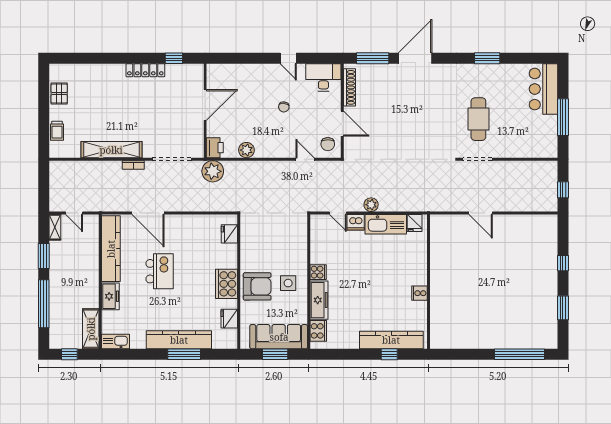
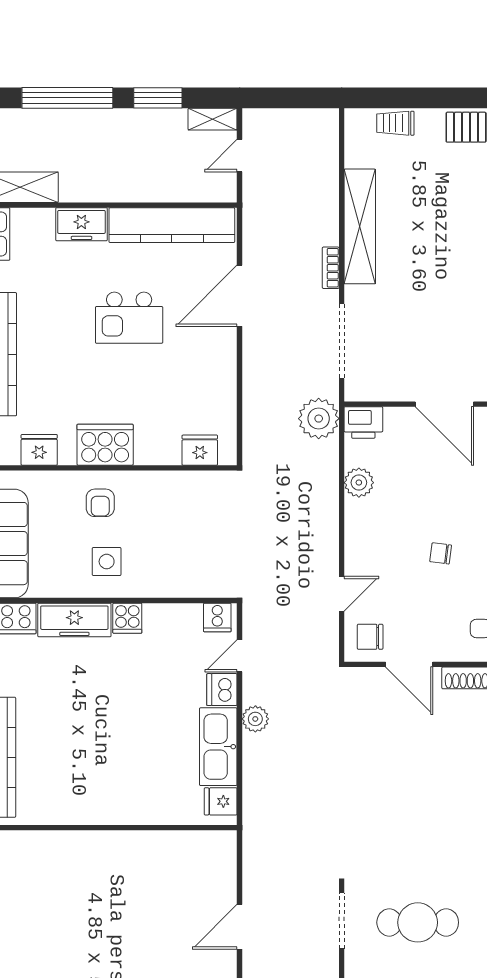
door: (342, 124) -> (409, 664), hinge flipped
armchair: (257, 286) -> (100, 503), width x0.53, depth x0.53
cooker: (419, 293) -> (217, 618), moved, turned 180

